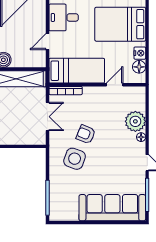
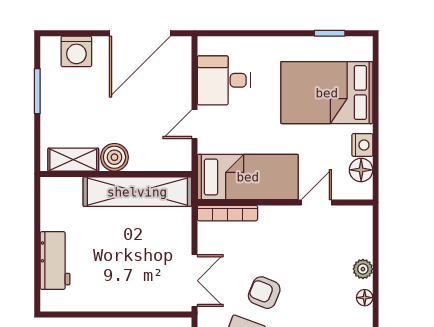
double door: (47, 117) -> (195, 281), moved
plant: (135, 121) -> (363, 269), width x0.53, depth x0.53

